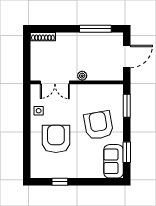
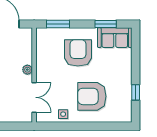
armchair: (99, 125) -> (78, 53), turned 100

